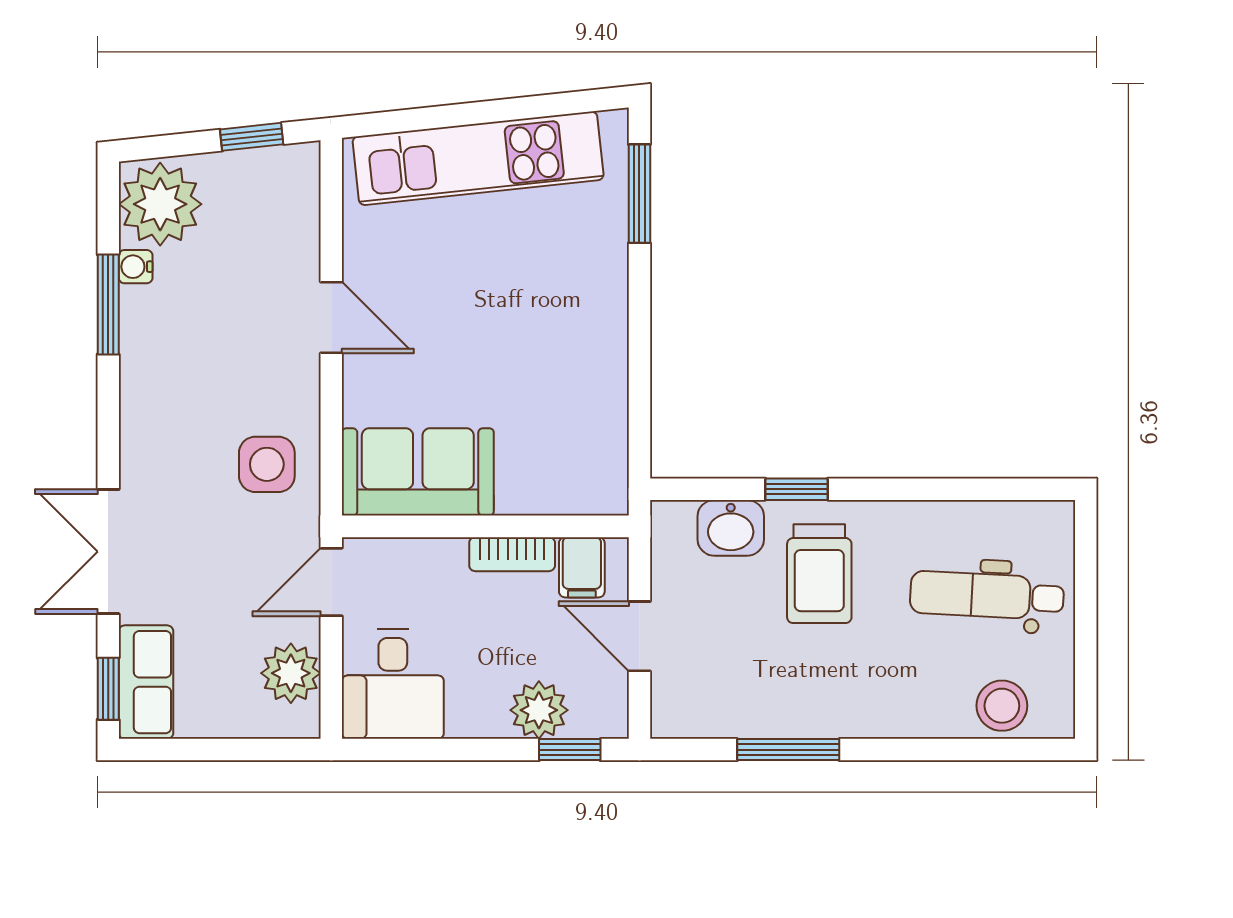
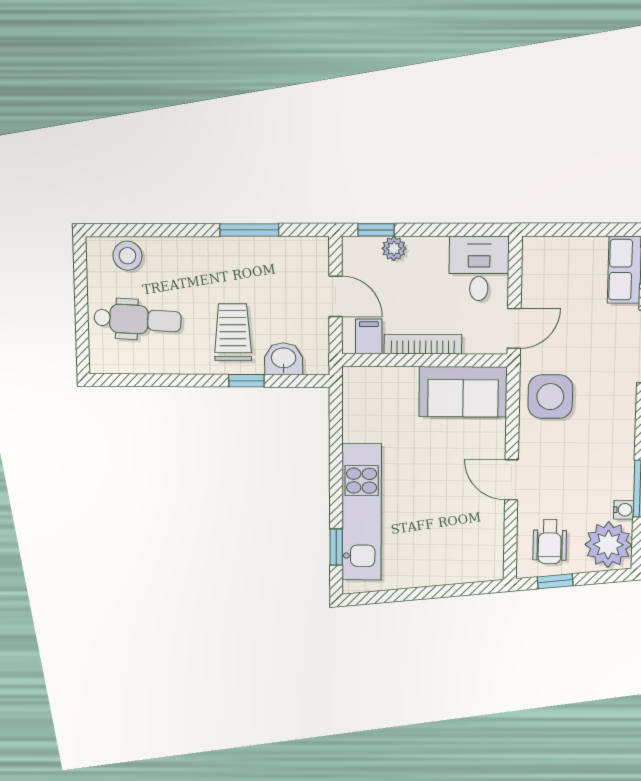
kitchen unit: (478, 158) -> (362, 512), moved, turned 96
window: (639, 194) -> (336, 547), width x0.67
wheelchair: (262, 208) -> (550, 542), added
side table: (267, 464) -> (550, 397), width x1.37, depth x1.37
bookcase: (512, 554) -> (423, 344), width x1.56
plant: (291, 673) -> (539, 275), removed
plant: (539, 710) -> (394, 248), width x0.73, depth x0.73

